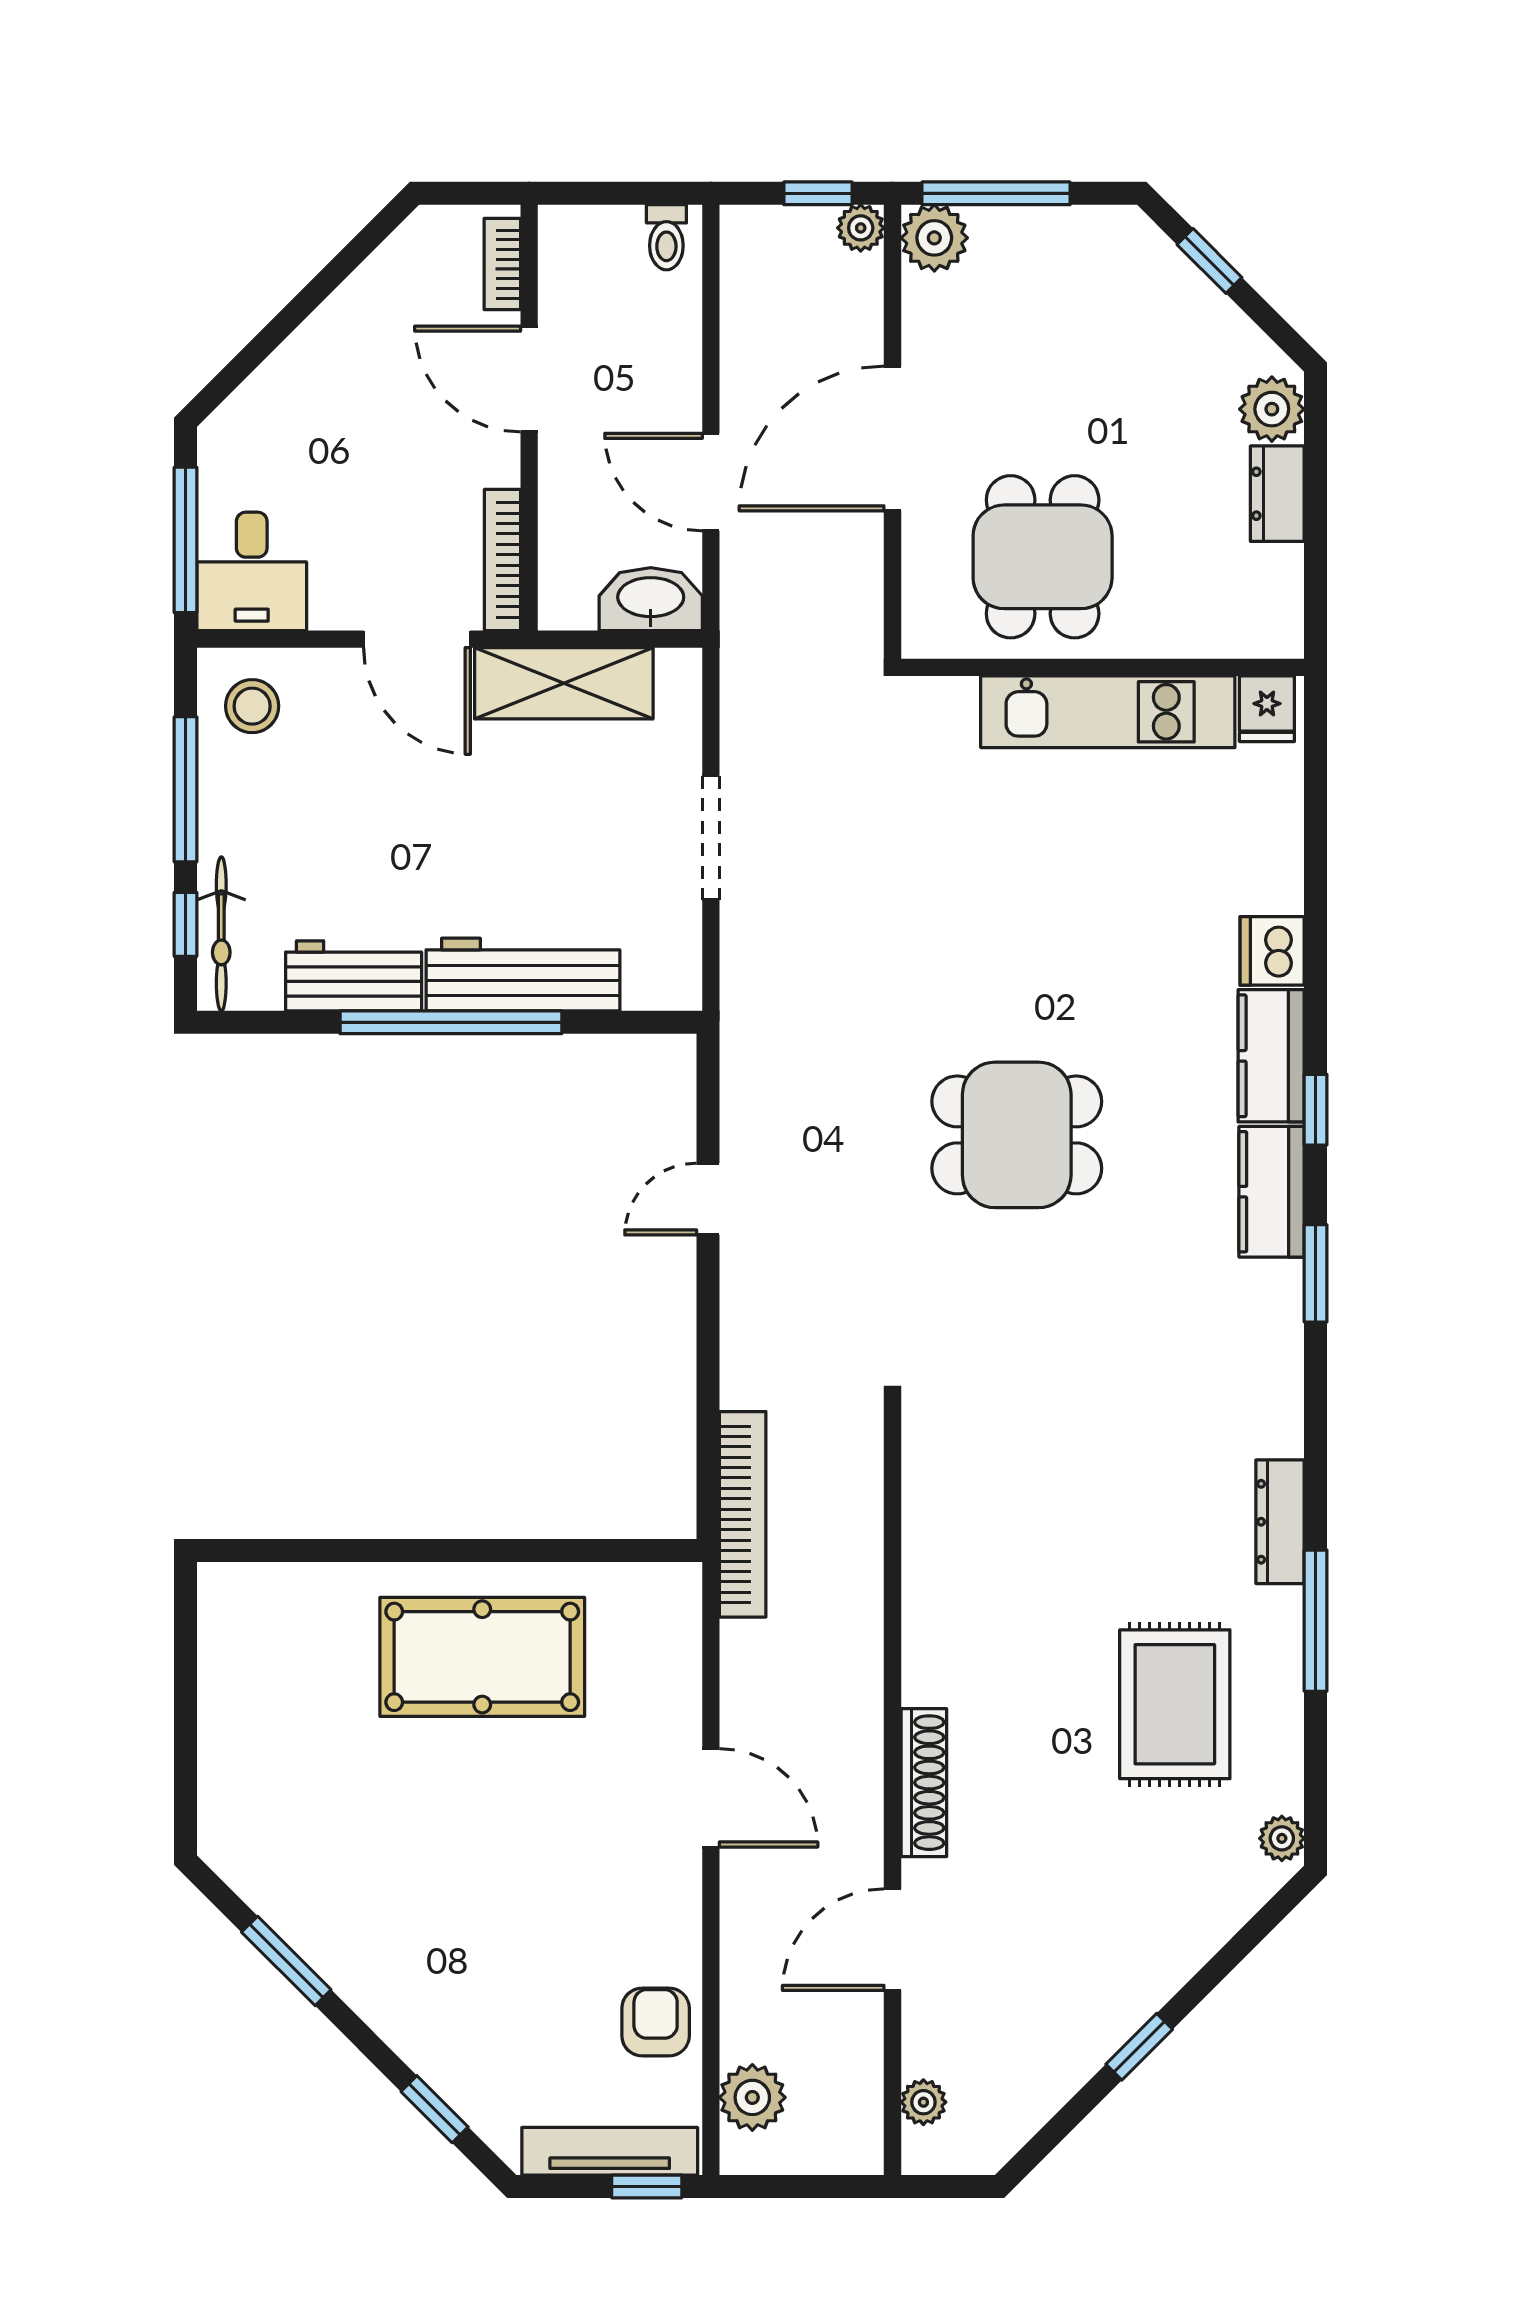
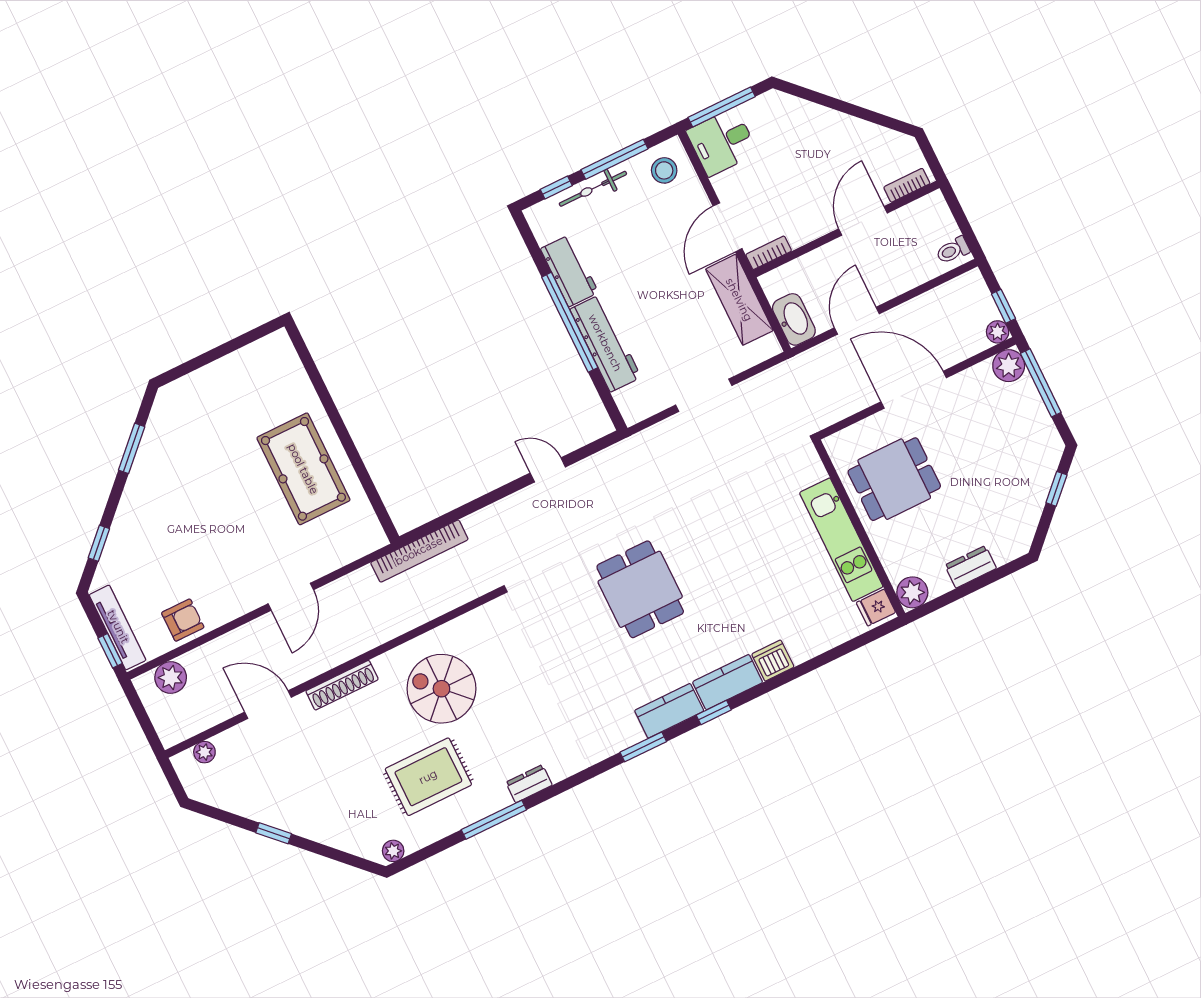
plant: (1272, 409) -> (912, 592), moved
bookcase: (502, 560) -> (769, 253), width x0.64
bicycle: (221, 934) -> (593, 189), moved
dresser: (1280, 1522) -> (529, 784), width x0.70
spiral stairs: (1021, 1599) -> (441, 689), added

